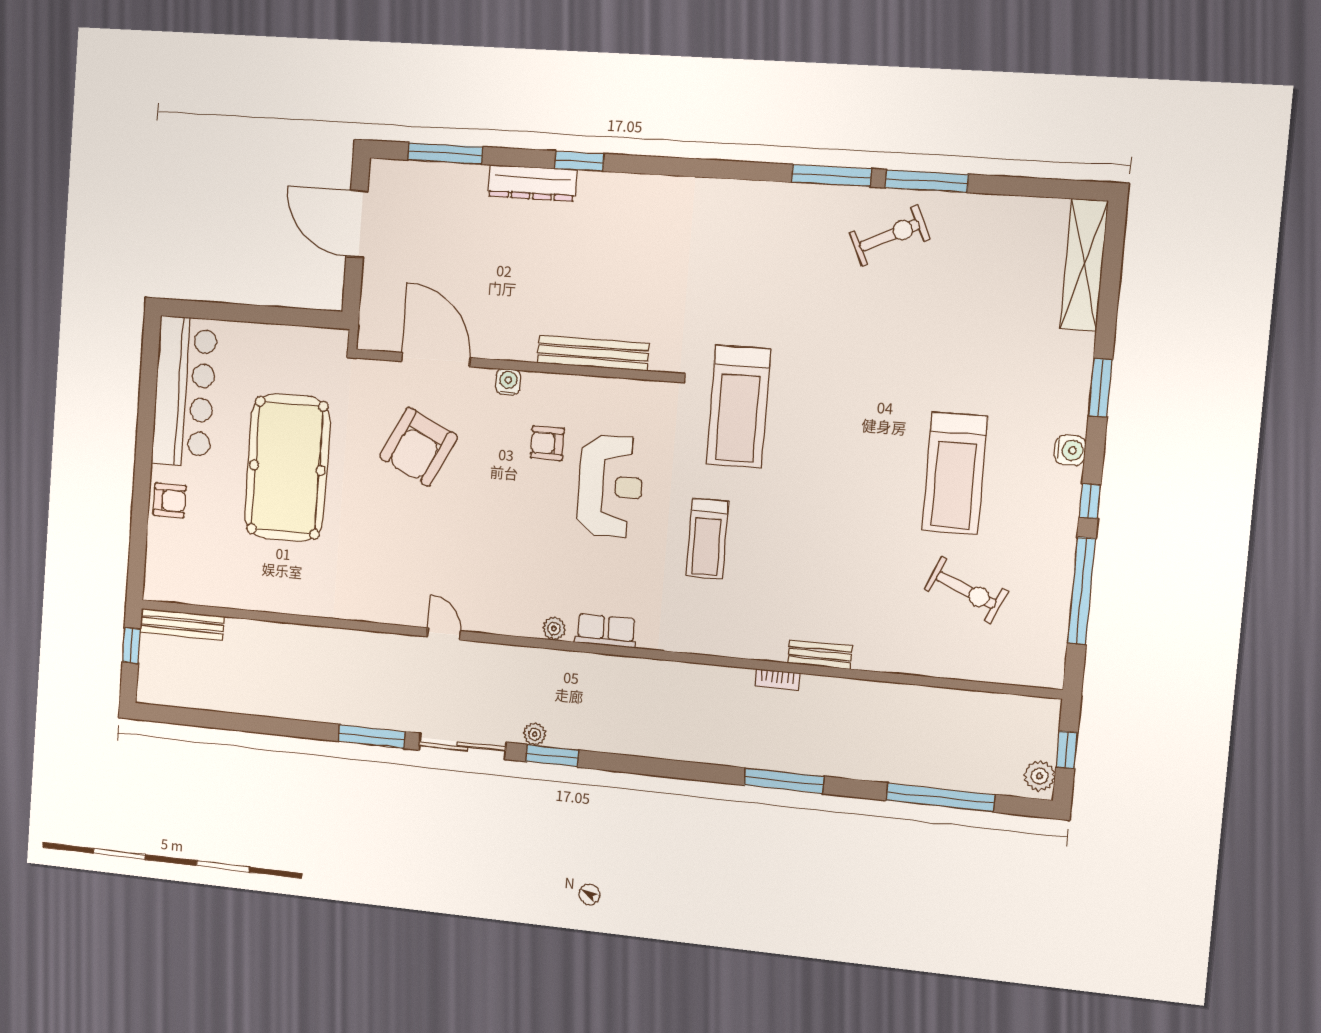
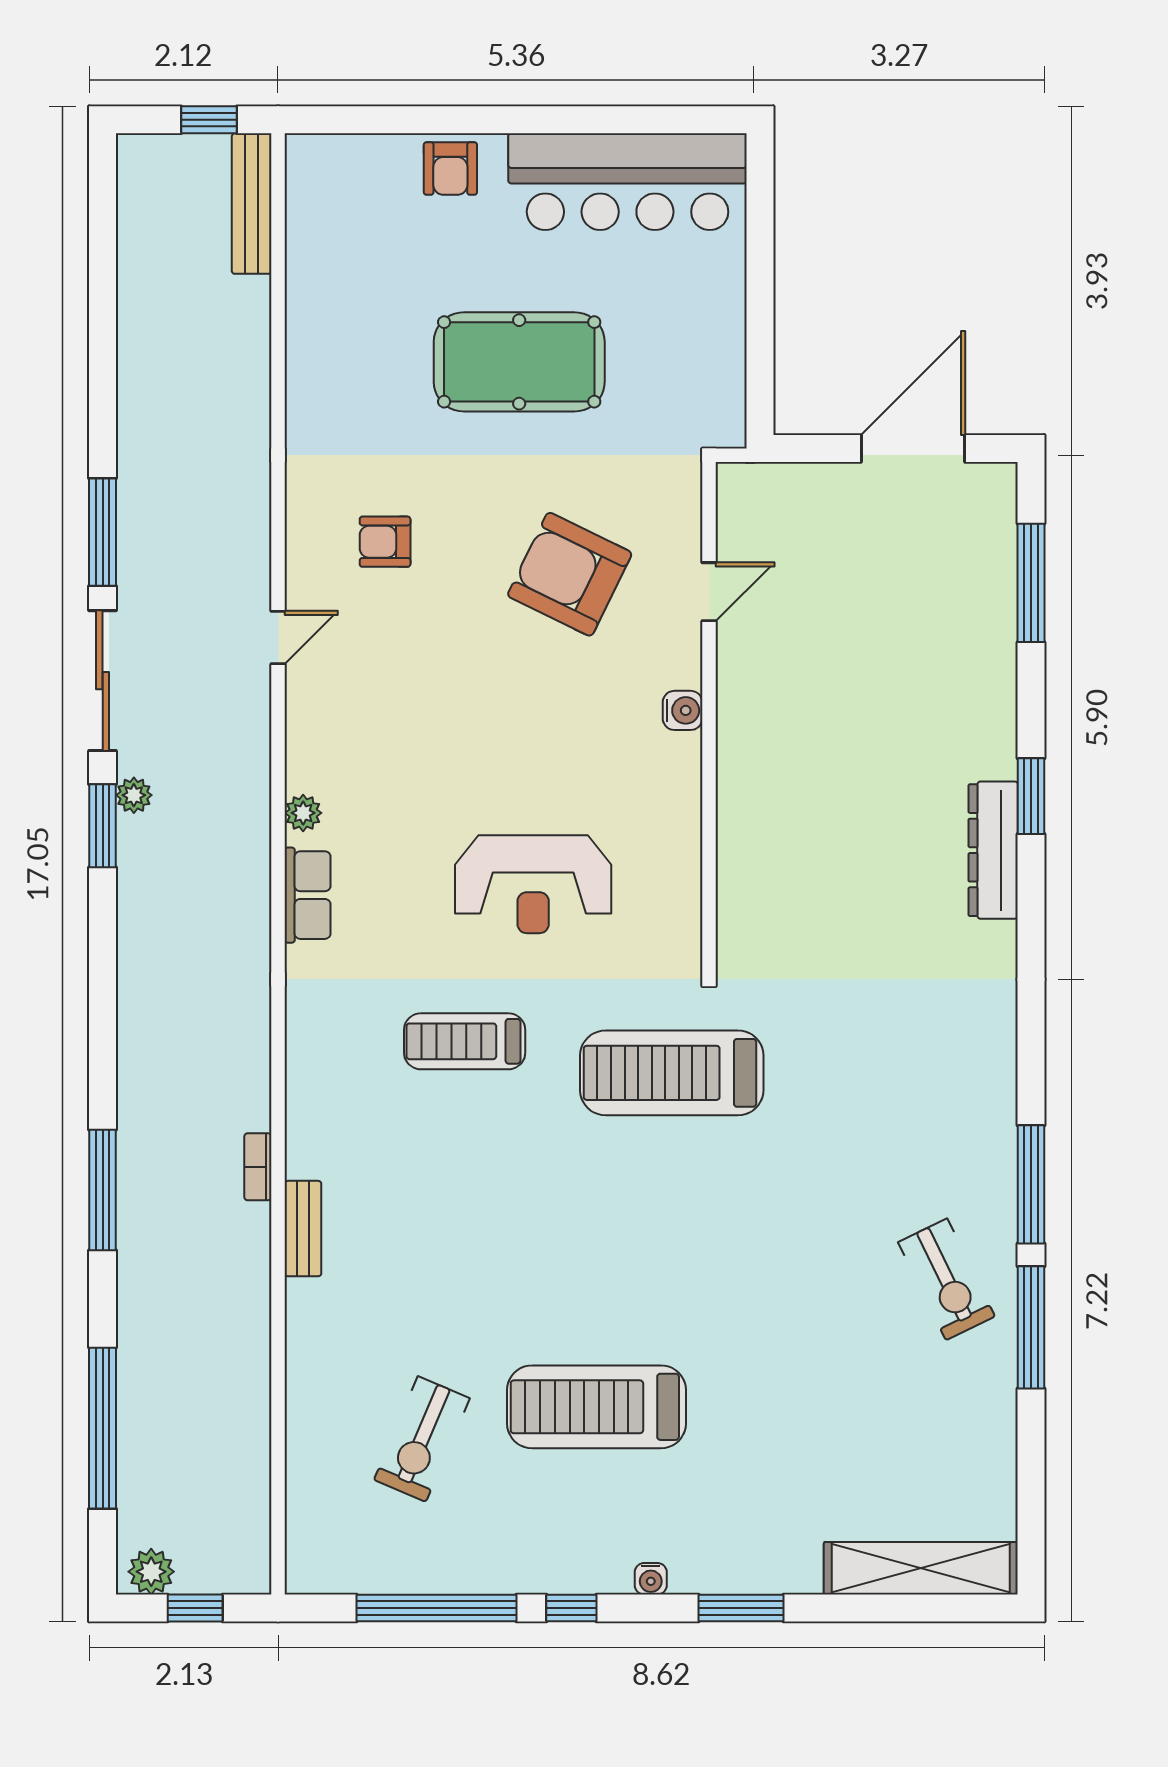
dresser: (532, 183) -> (993, 850), moved
bench: (593, 353) -> (737, 841), removed
door: (436, 360) -> (709, 592), width x0.53
armchair: (547, 443) -> (385, 542), moved, turned -90
water cooler: (1070, 450) -> (651, 1579), width x0.72, depth x0.72
pool table: (287, 468) -> (519, 362), width x0.73, depth x0.76

